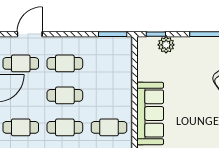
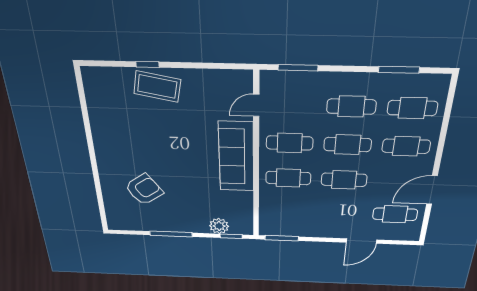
door: (30, 34) -> (361, 241), moved
cafe table: (65, 63) -> (288, 178), moved

